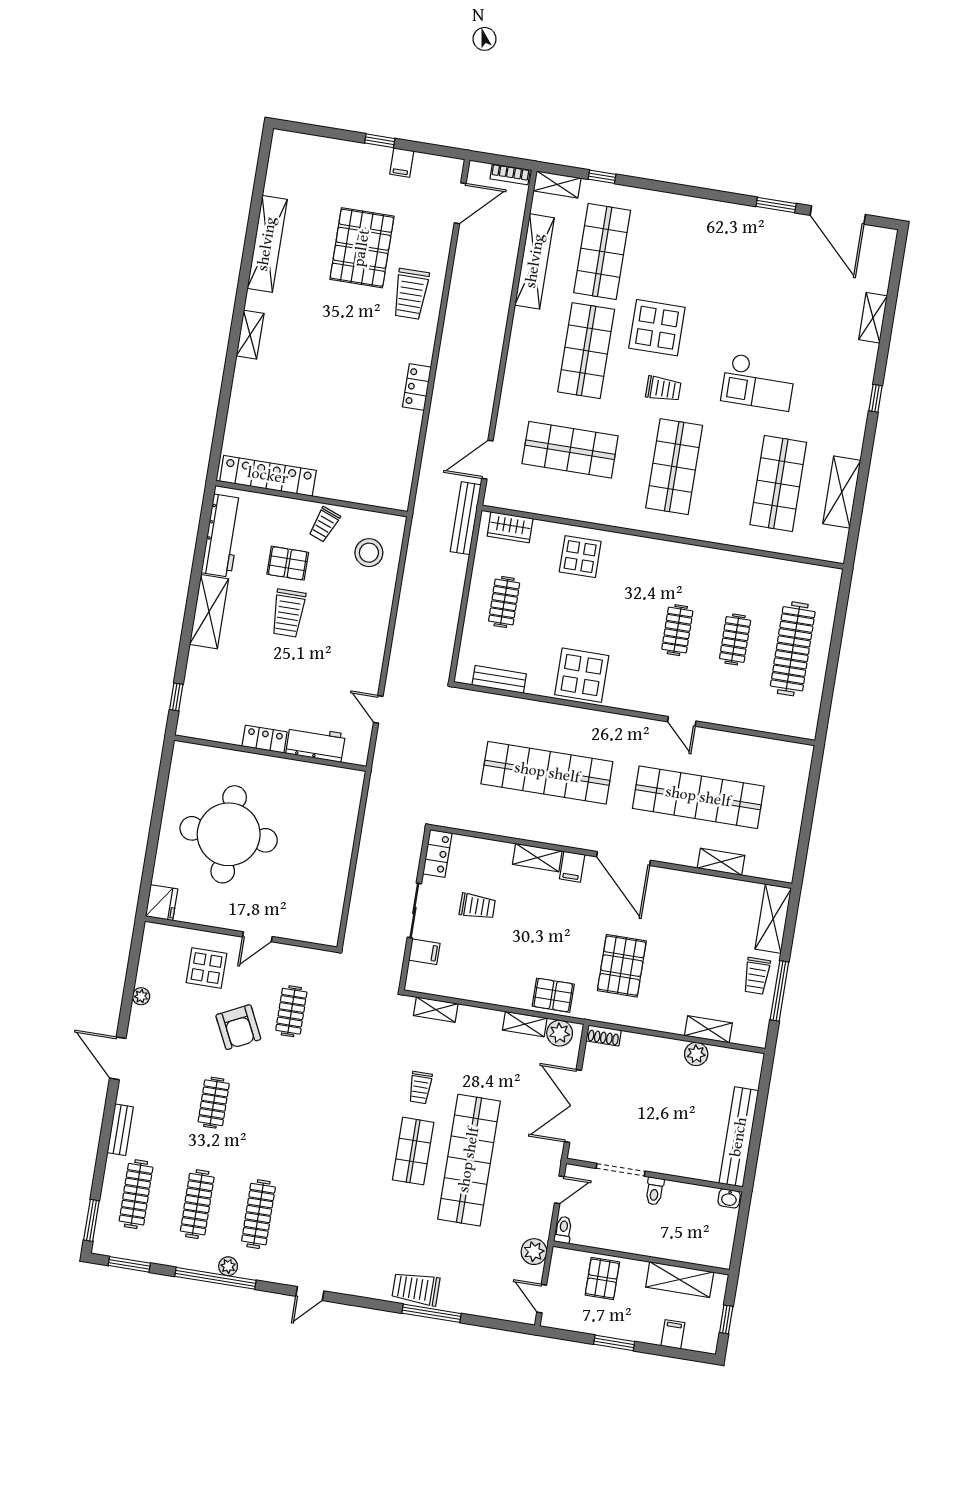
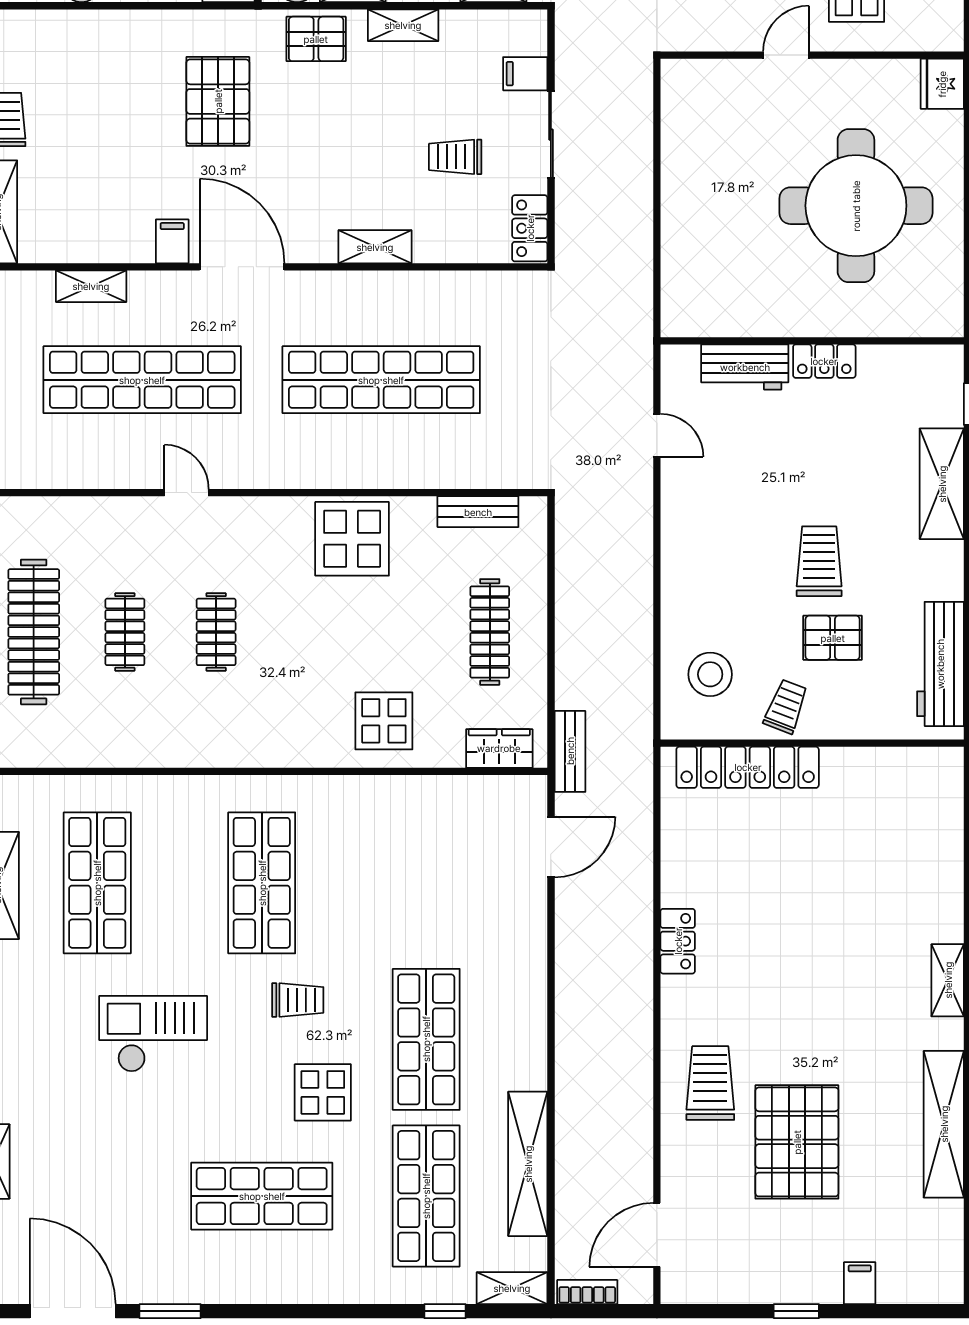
filing cabinet: (402, 162) -> (860, 1283), moved
display table: (657, 328) -> (323, 1092), width x0.73, depth x0.73
trolley: (663, 389) -> (298, 1000), turned 180
shop shelf: (570, 450) -> (262, 1196), moved
locker: (268, 476) -> (748, 767), moved
bench: (466, 518) -> (570, 751), width x0.73
clothes rail: (504, 602) -> (490, 632), width x1.36
shelving: (209, 612) -> (942, 484), moved
filing cabinet: (572, 867) -> (172, 241), moved
shelving: (708, 1029) -> (403, 25), moved

